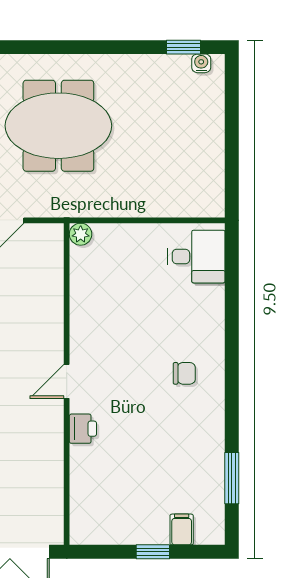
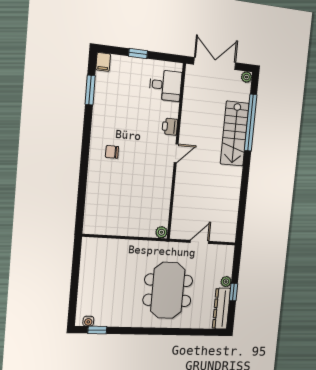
meeting table: (58, 126) -> (168, 290), turned 90
desk: (196, 257) -> (165, 85), moved, turned 180
filing cabinet: (182, 529) -> (103, 62), moved

